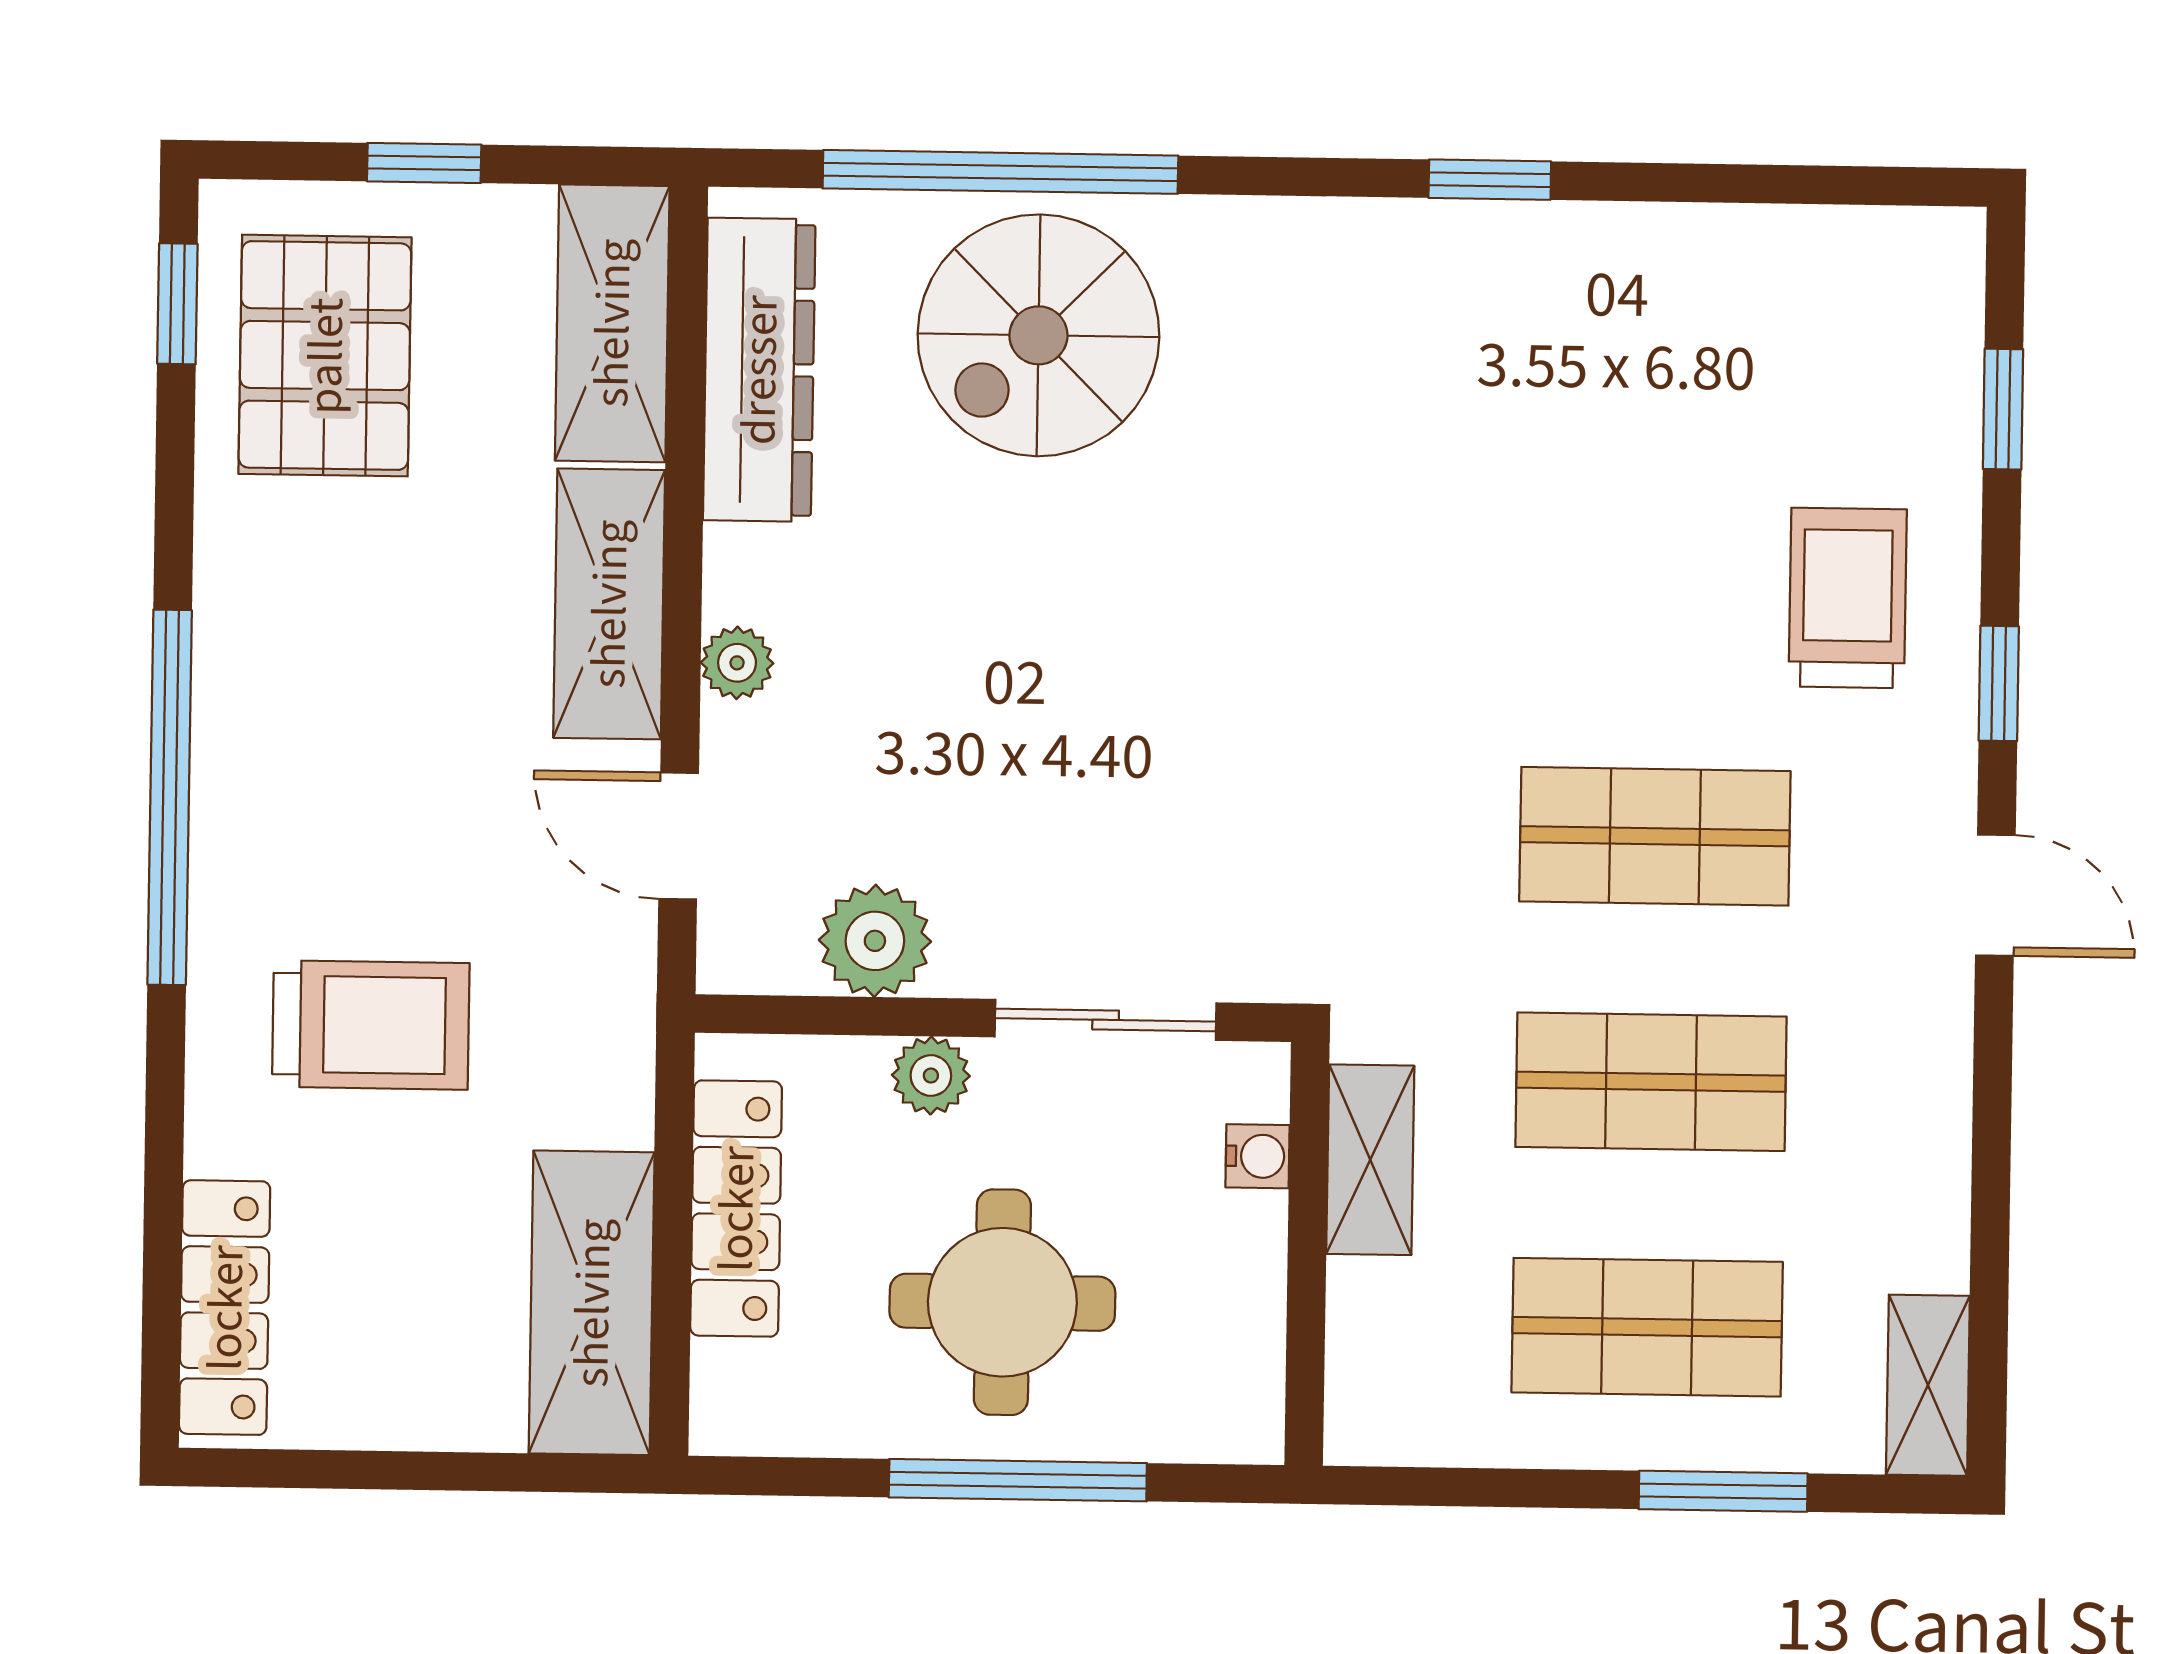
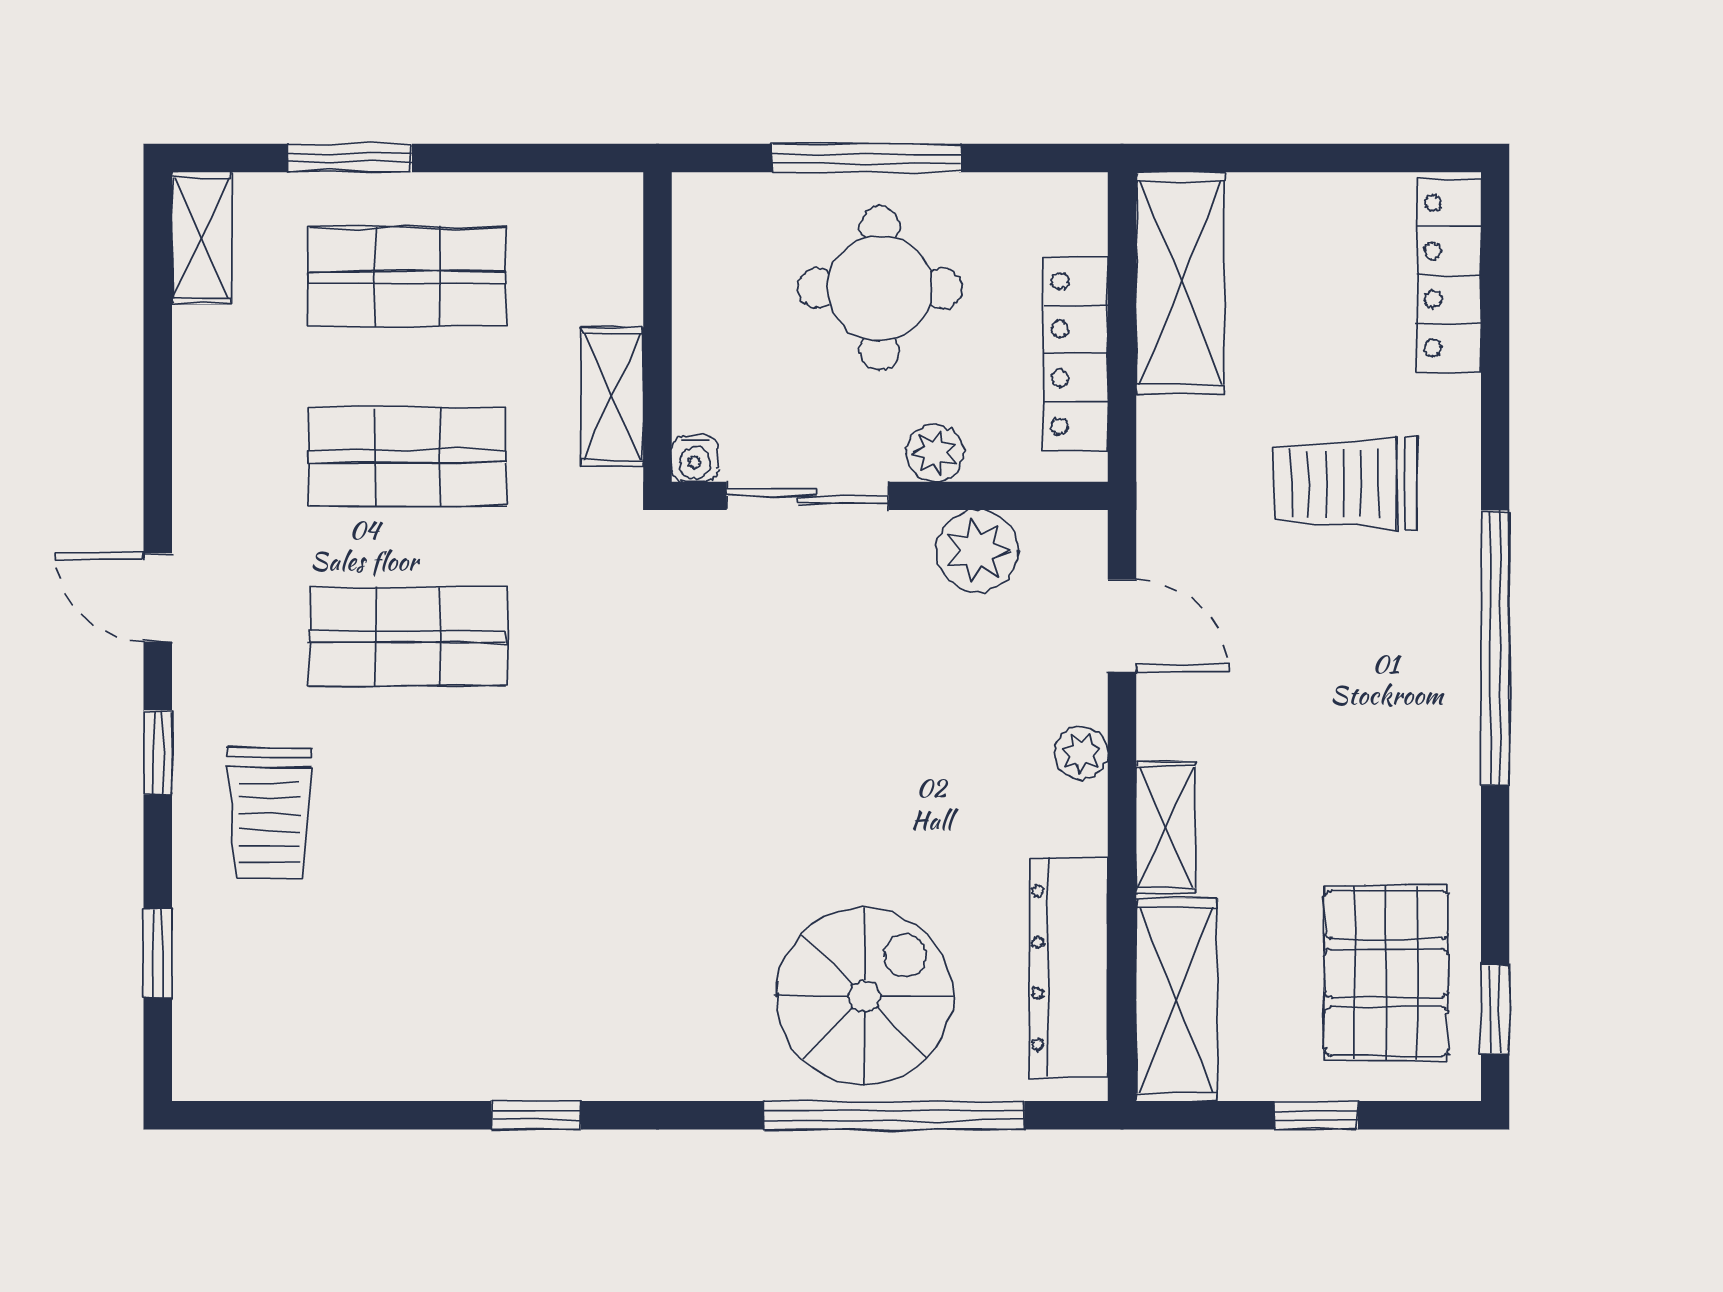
shelving: (609, 604) -> (1166, 827), width x0.67, depth x0.75
water cooler: (1258, 1156) -> (695, 459), moved, turned -90

